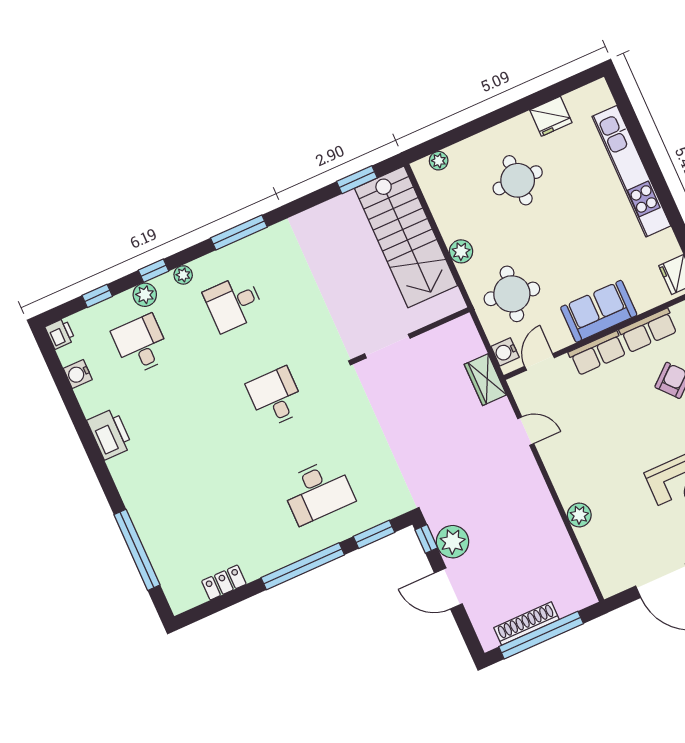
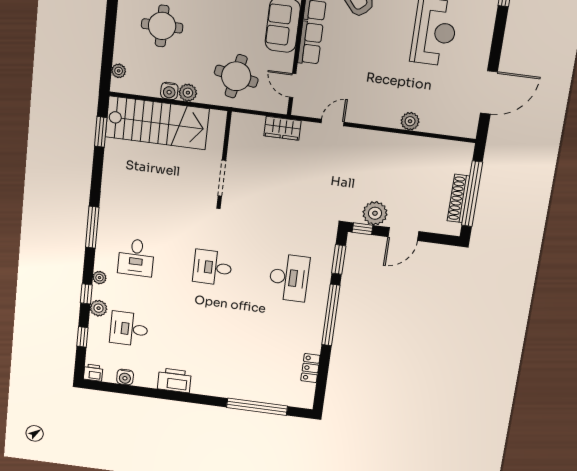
water cooler: (505, 352) -> (169, 91), moved

